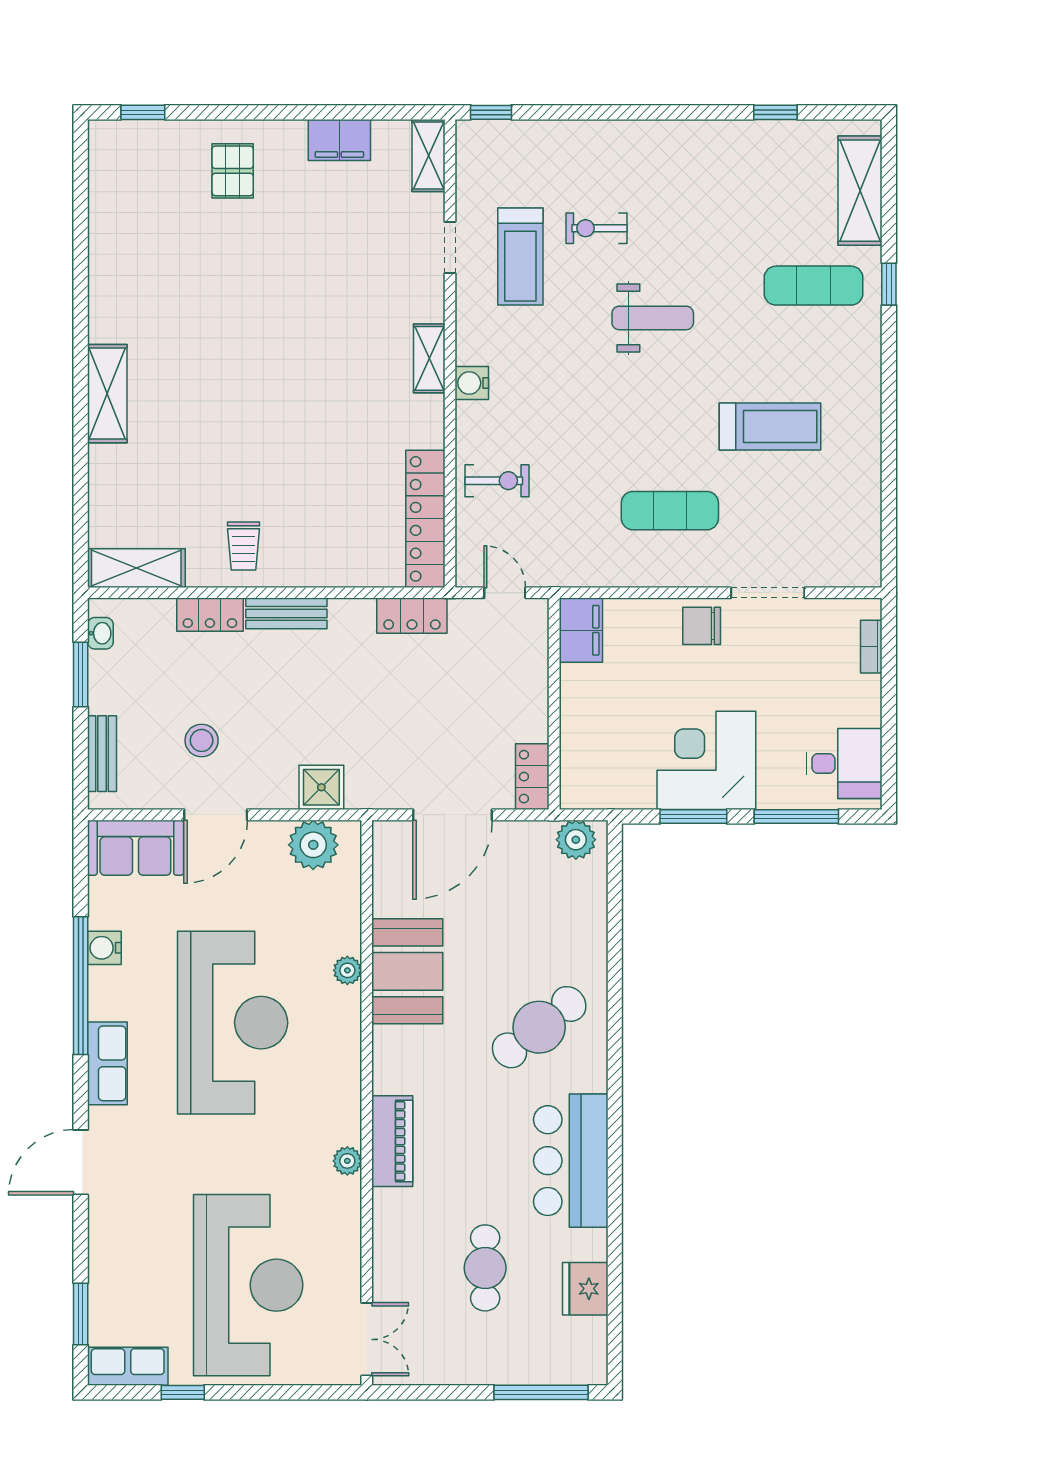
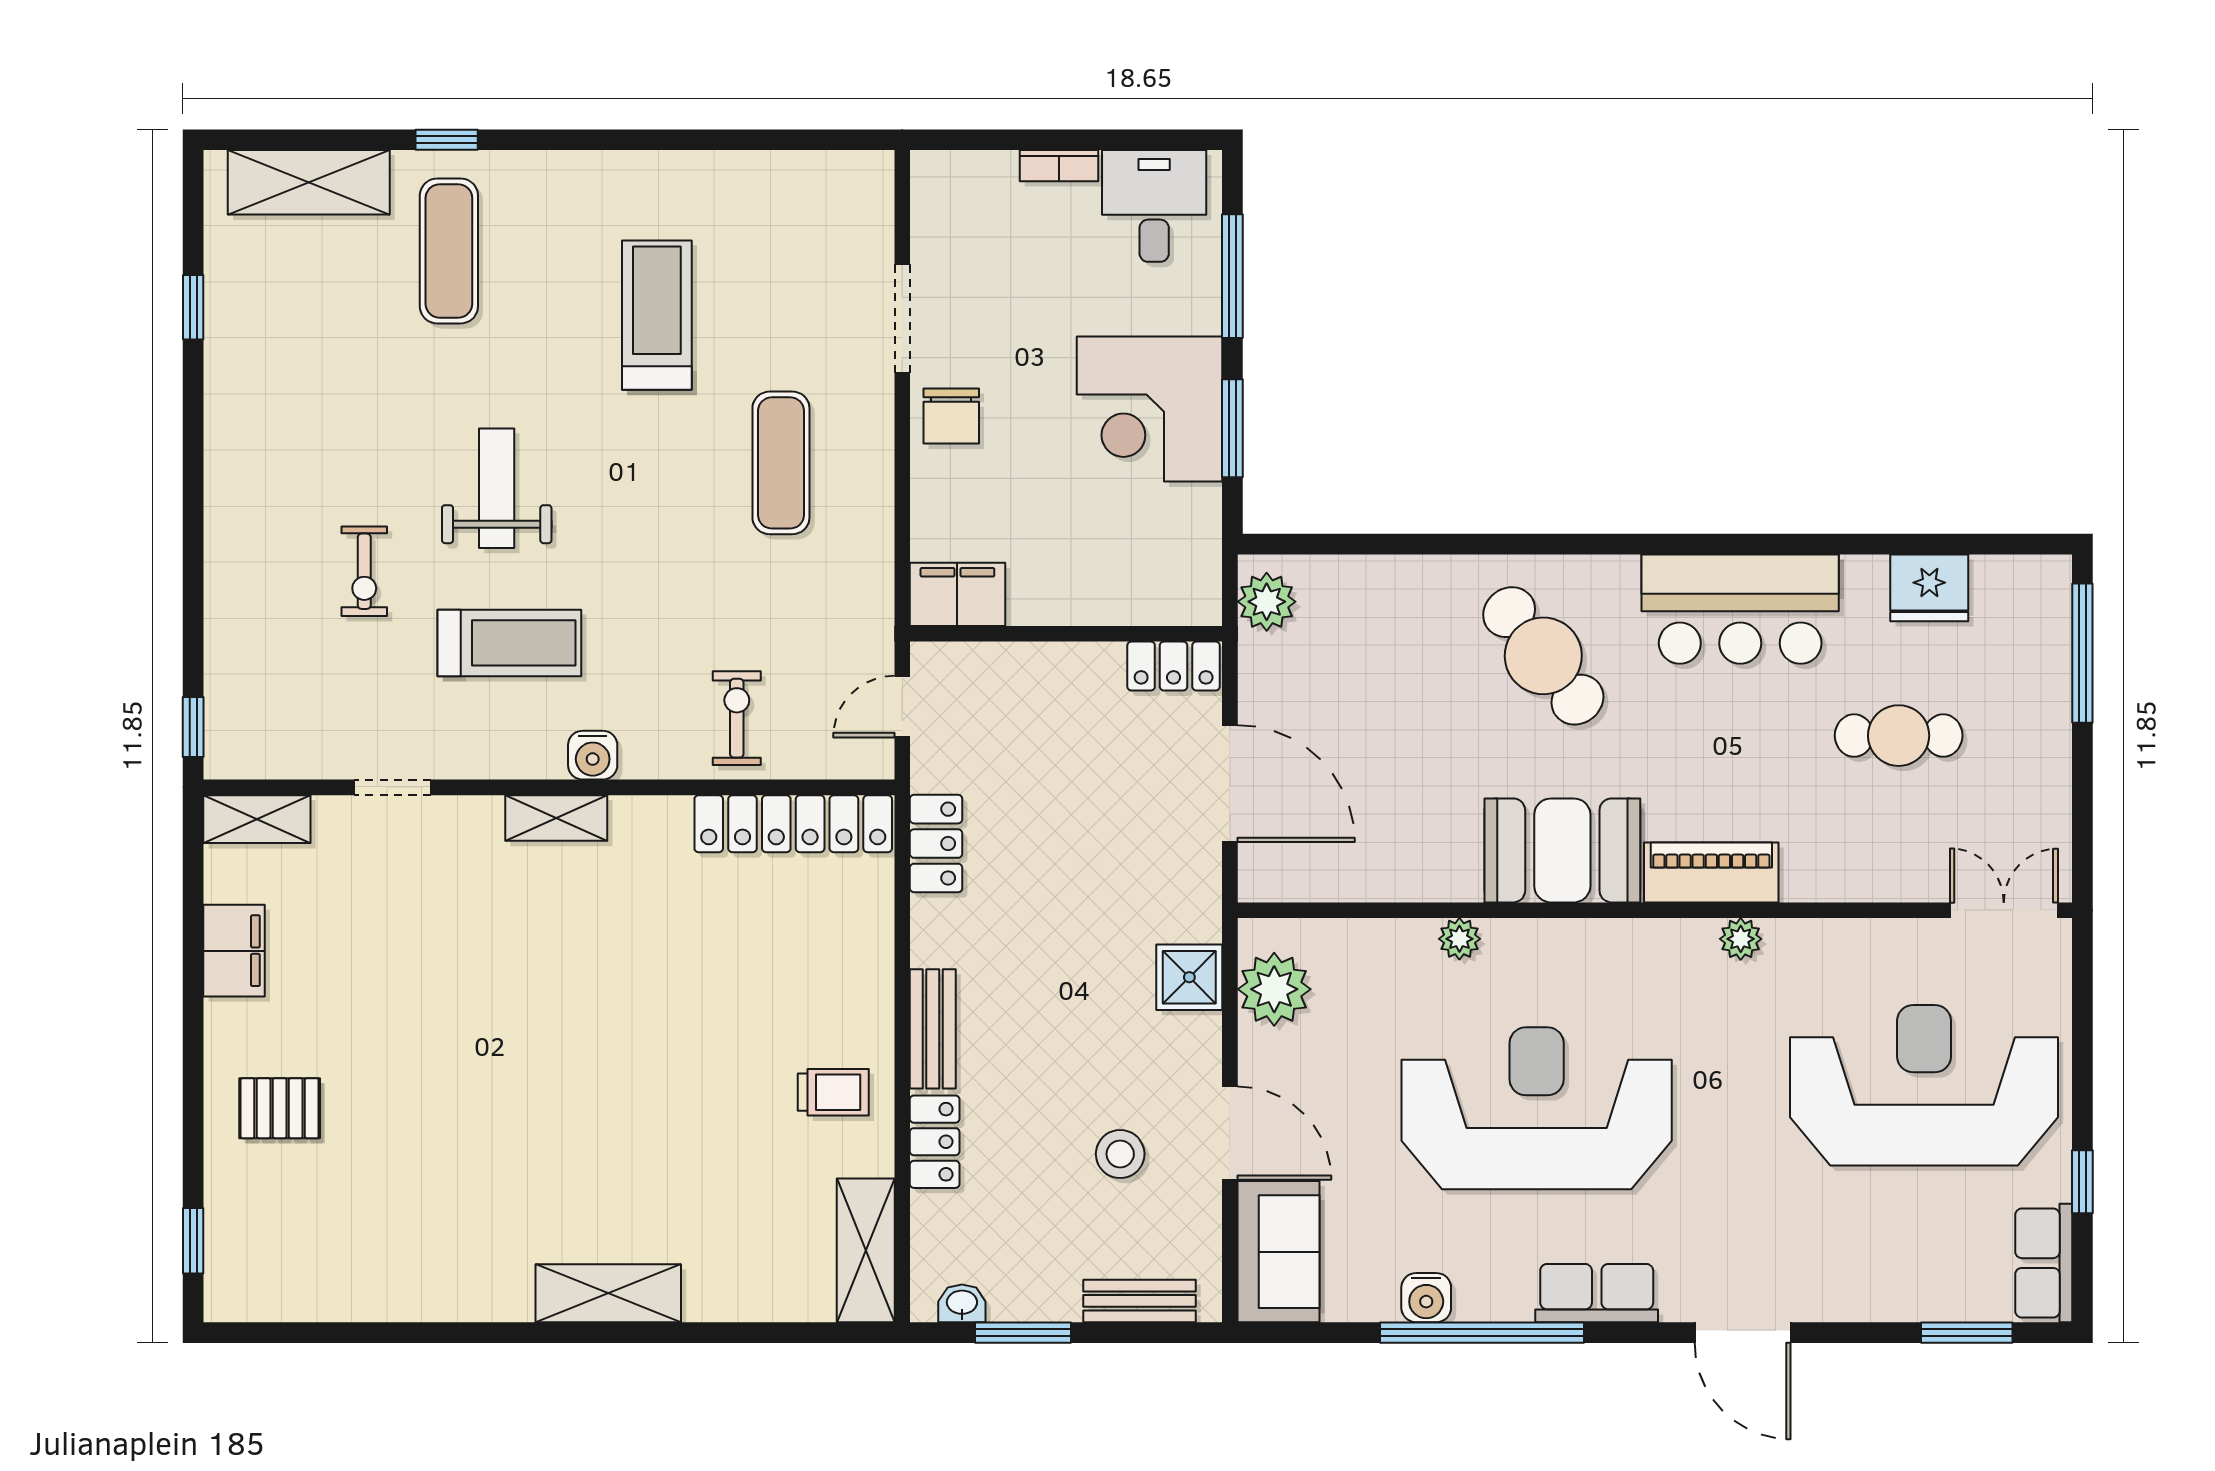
treadmill: (520, 256) -> (509, 643), moved
bookcase: (871, 647) -> (1059, 166), moved
booth: (407, 971) -> (1562, 850), moved

